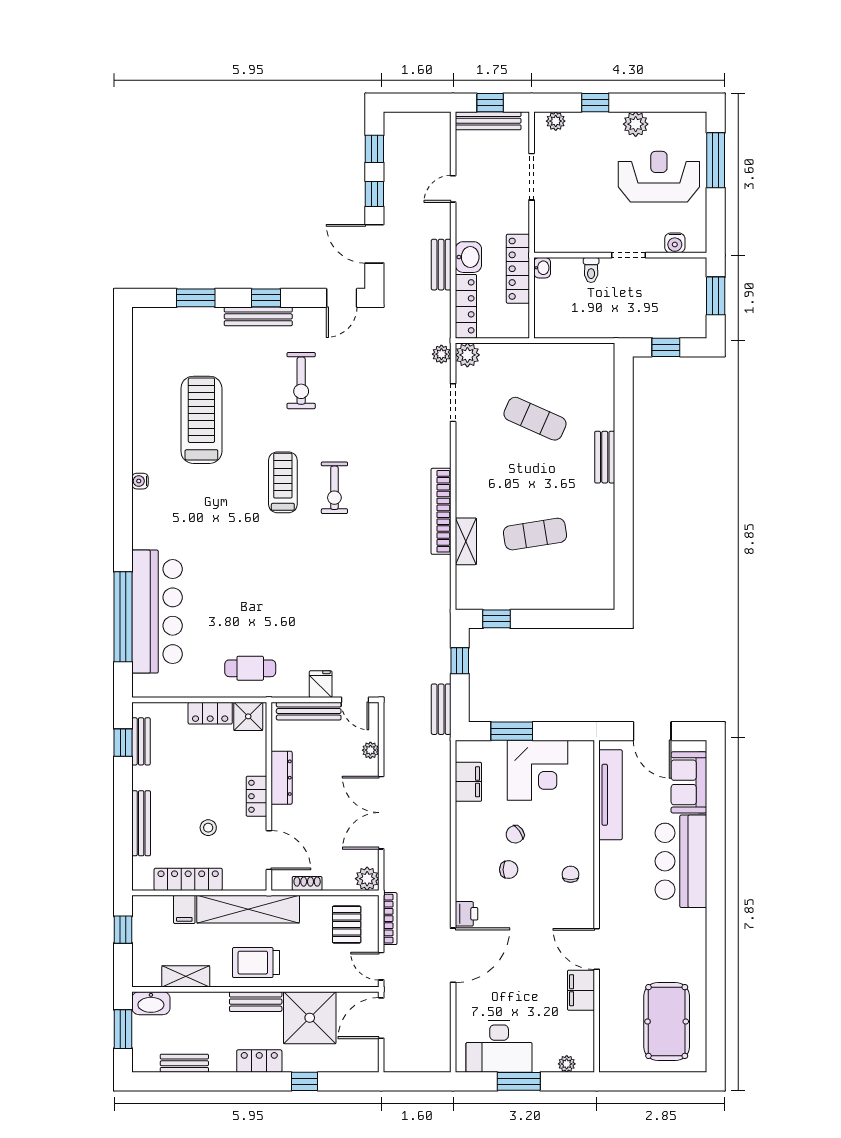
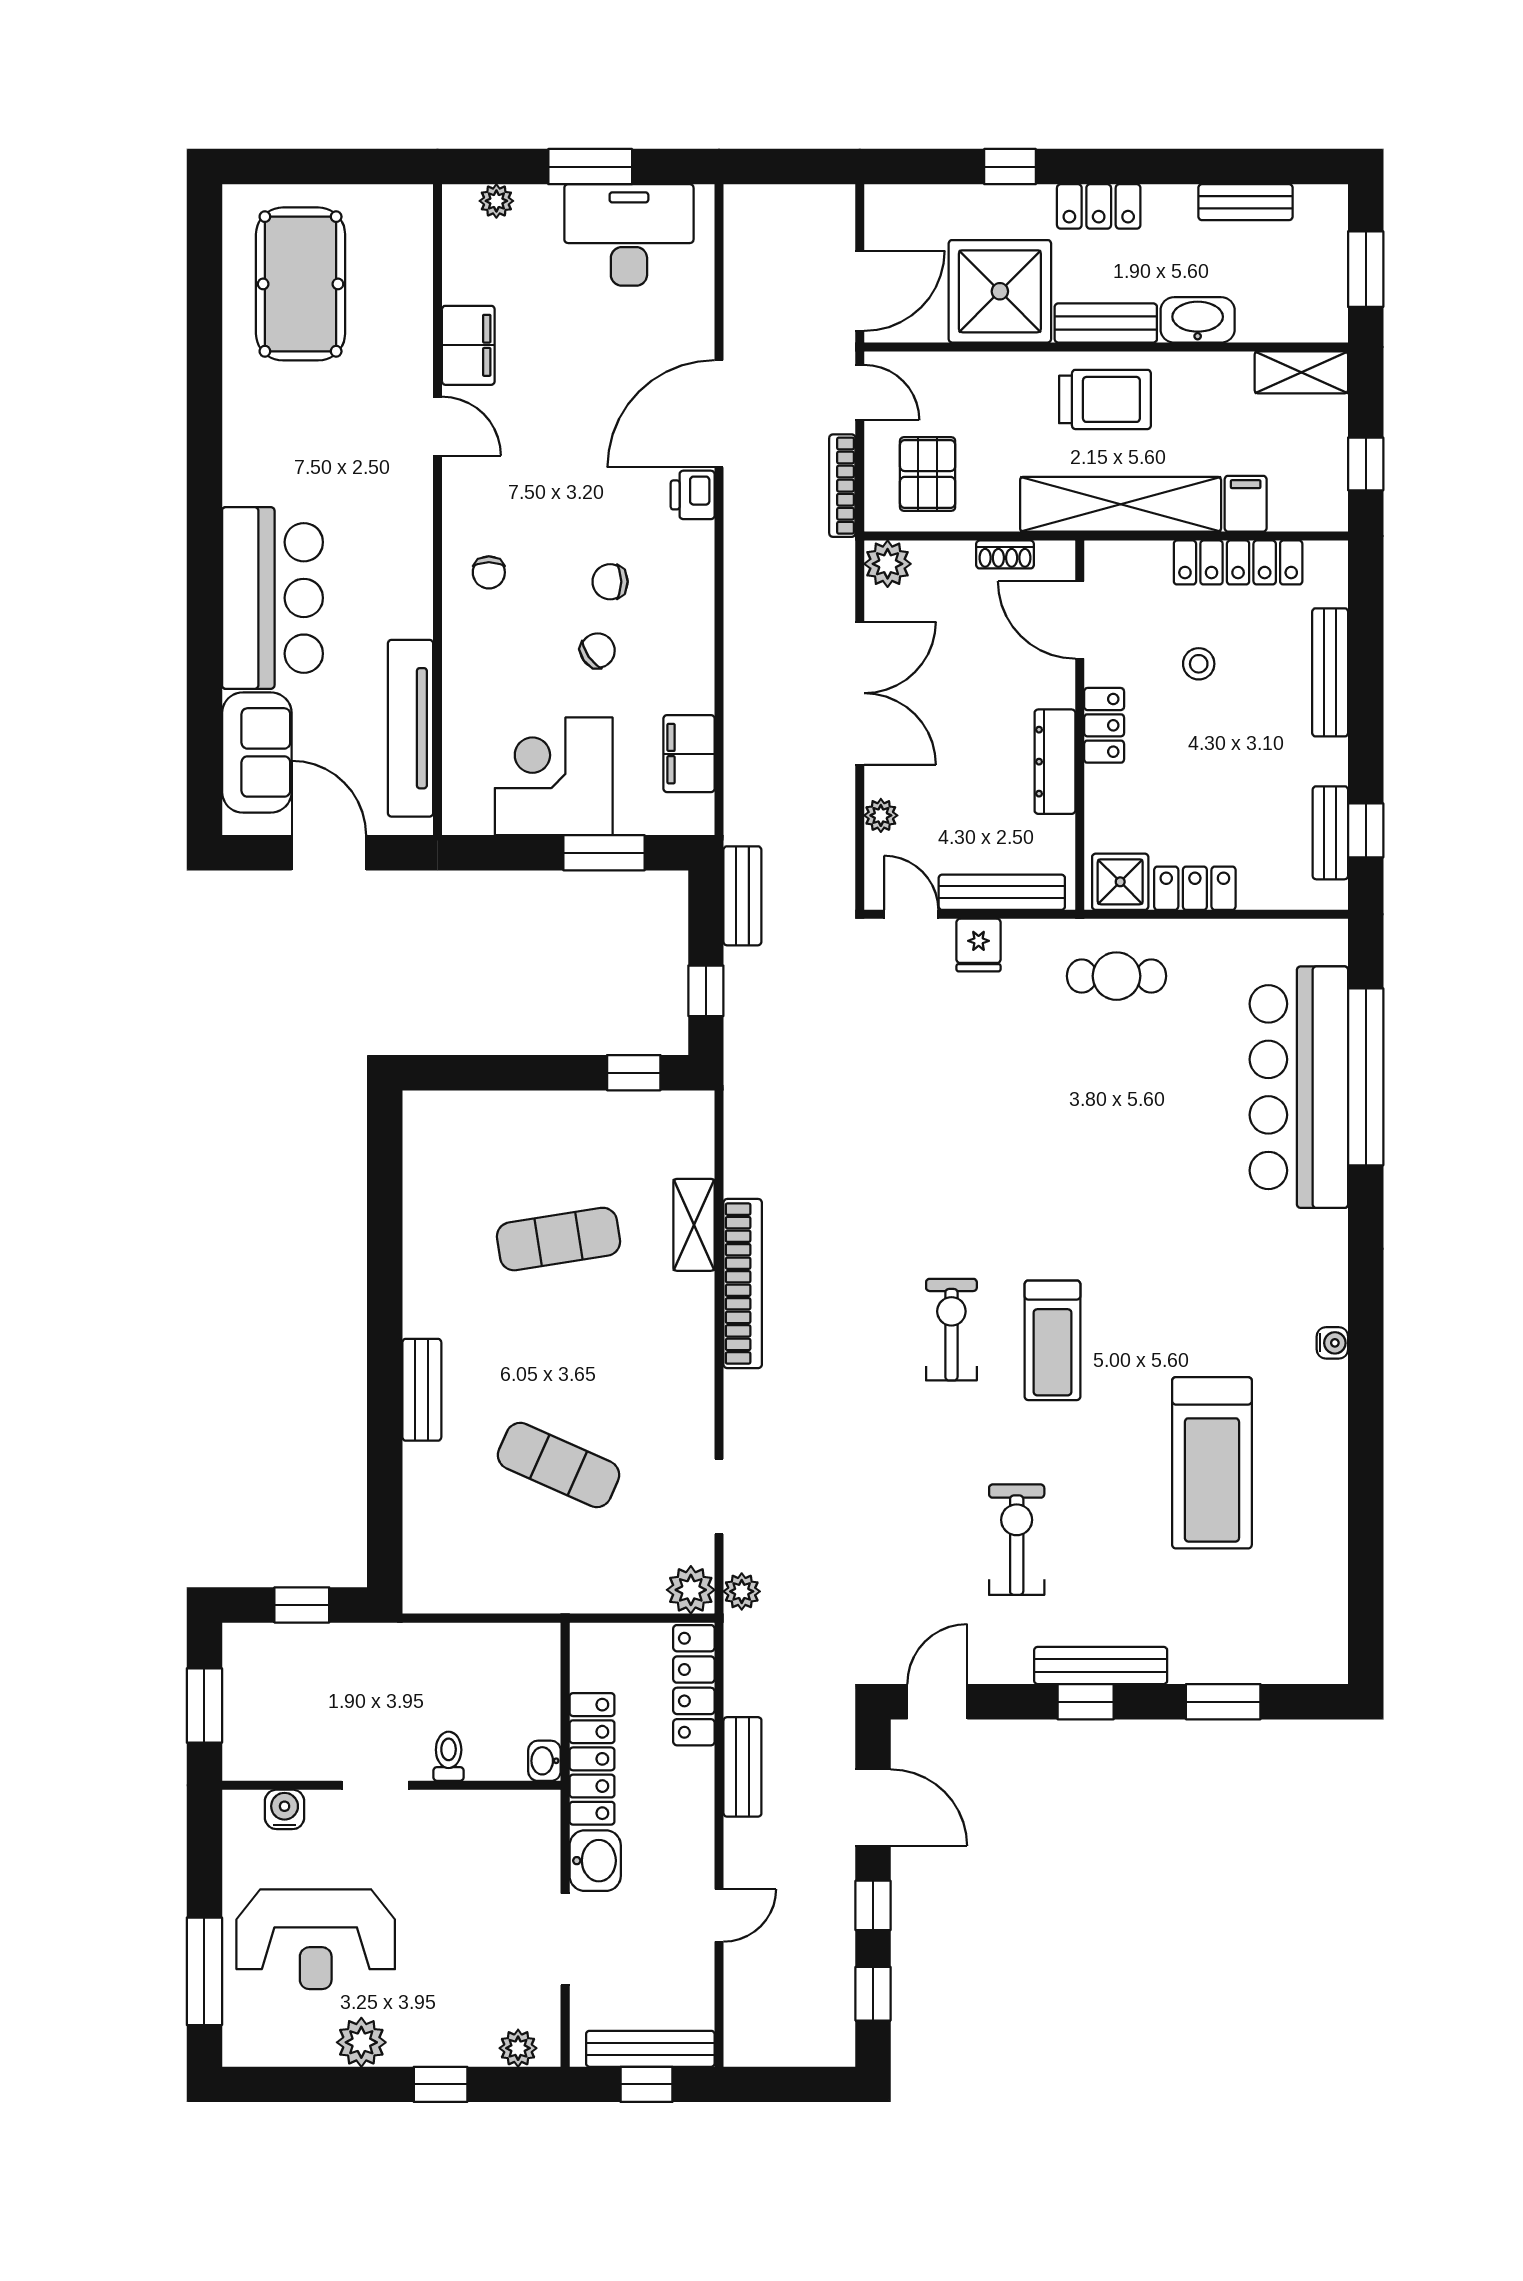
washbasin: (468, 257) -> (595, 1861), moved, turned 180
door: (597, 949) -> (438, 426), width x0.73
shelving: (186, 976) -> (1301, 372), moved
washbasin: (151, 1003) -> (1198, 320), moved

